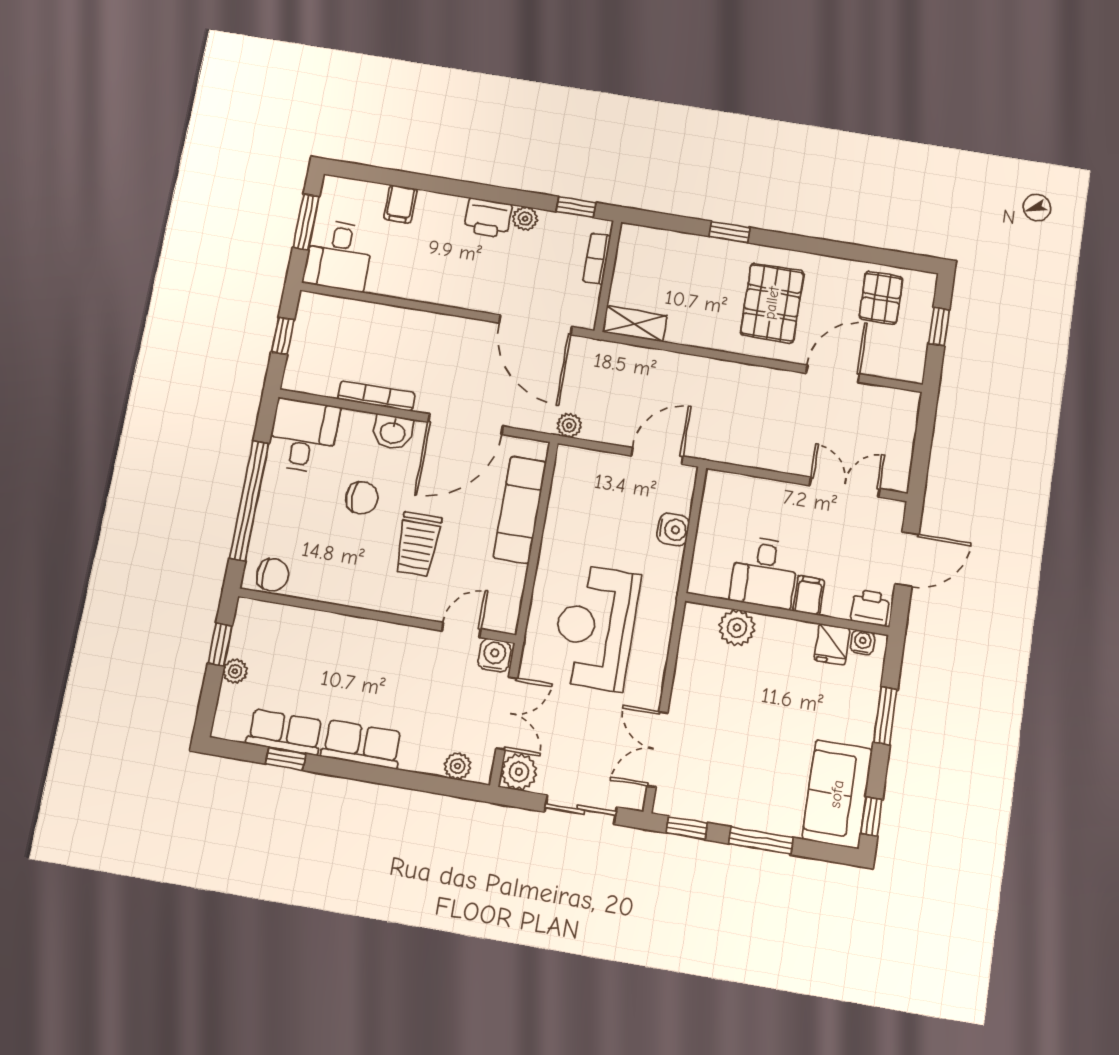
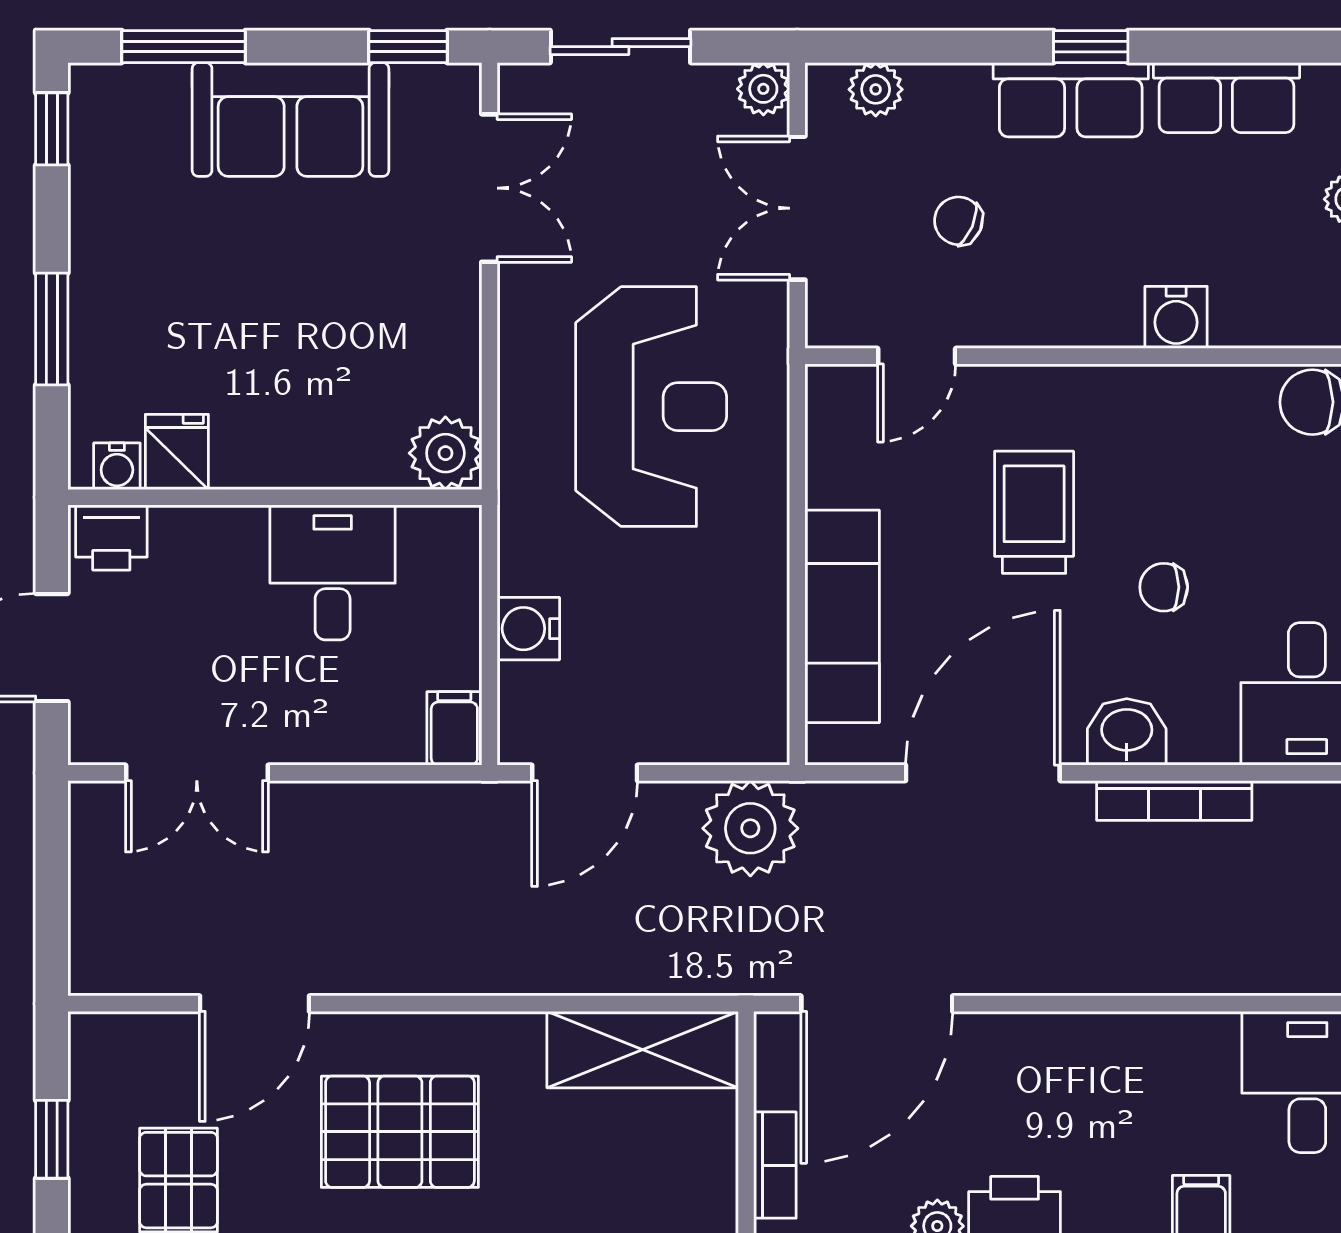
pallet: (772, 303) -> (400, 1132), turned 90
shelving: (635, 324) -> (643, 1050), width x1.50, depth x1.33
door: (536, 325) -> (877, 1004), swing flipped
plant: (569, 425) -> (750, 828), width x1.87, depth x1.87
chair: (362, 498) -> (1164, 587), width x0.73, depth x0.73
filing cabinet: (809, 595) -> (454, 728), moved, turned 180
plant: (737, 628) -> (445, 453), moved
water cooler: (494, 655) -> (1176, 317), moved
chair: (428, 693) -> (958, 221), added
window: (285, 759) -> (1091, 47), moved
plant: (519, 772) -> (763, 89), width x0.73, depth x0.73
sofa: (837, 794) -> (290, 119), moved, turned 90
window: (761, 841) -> (184, 47), moved

